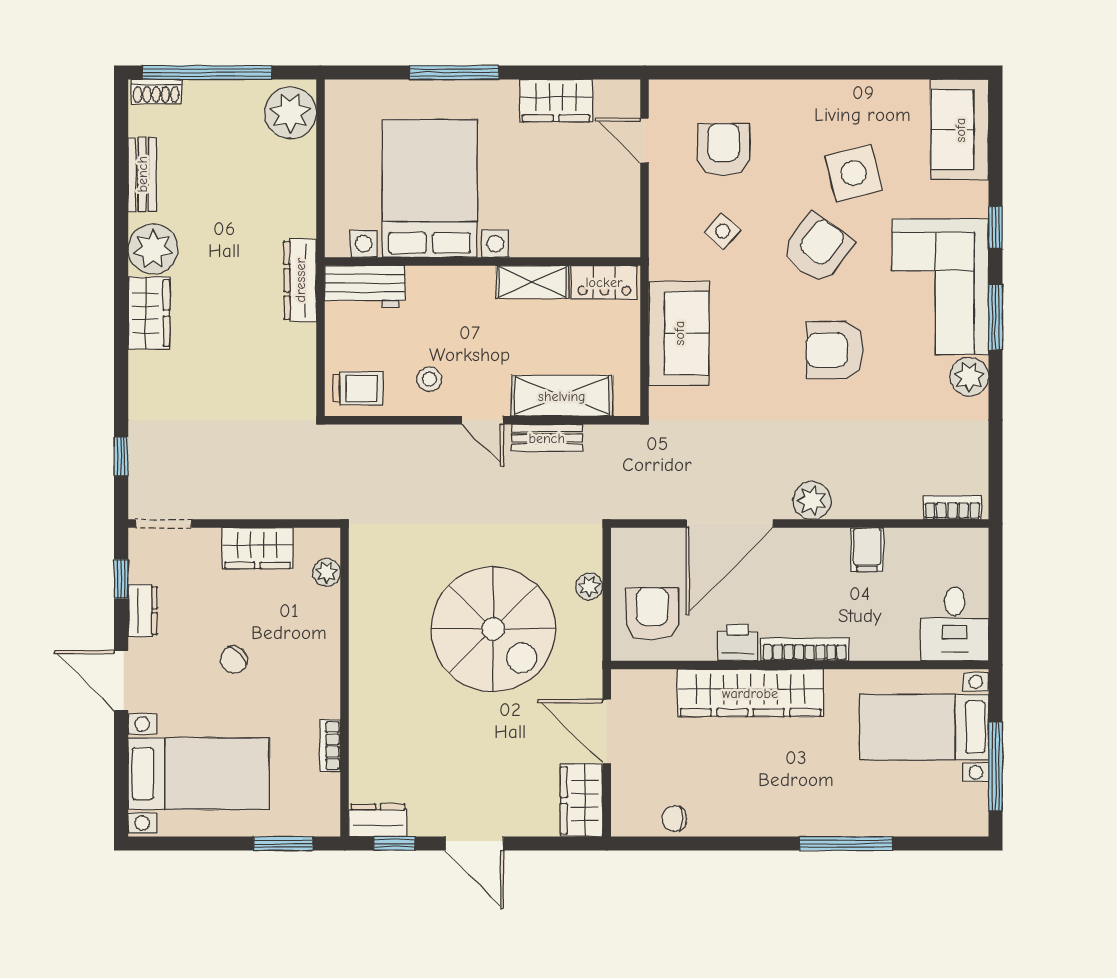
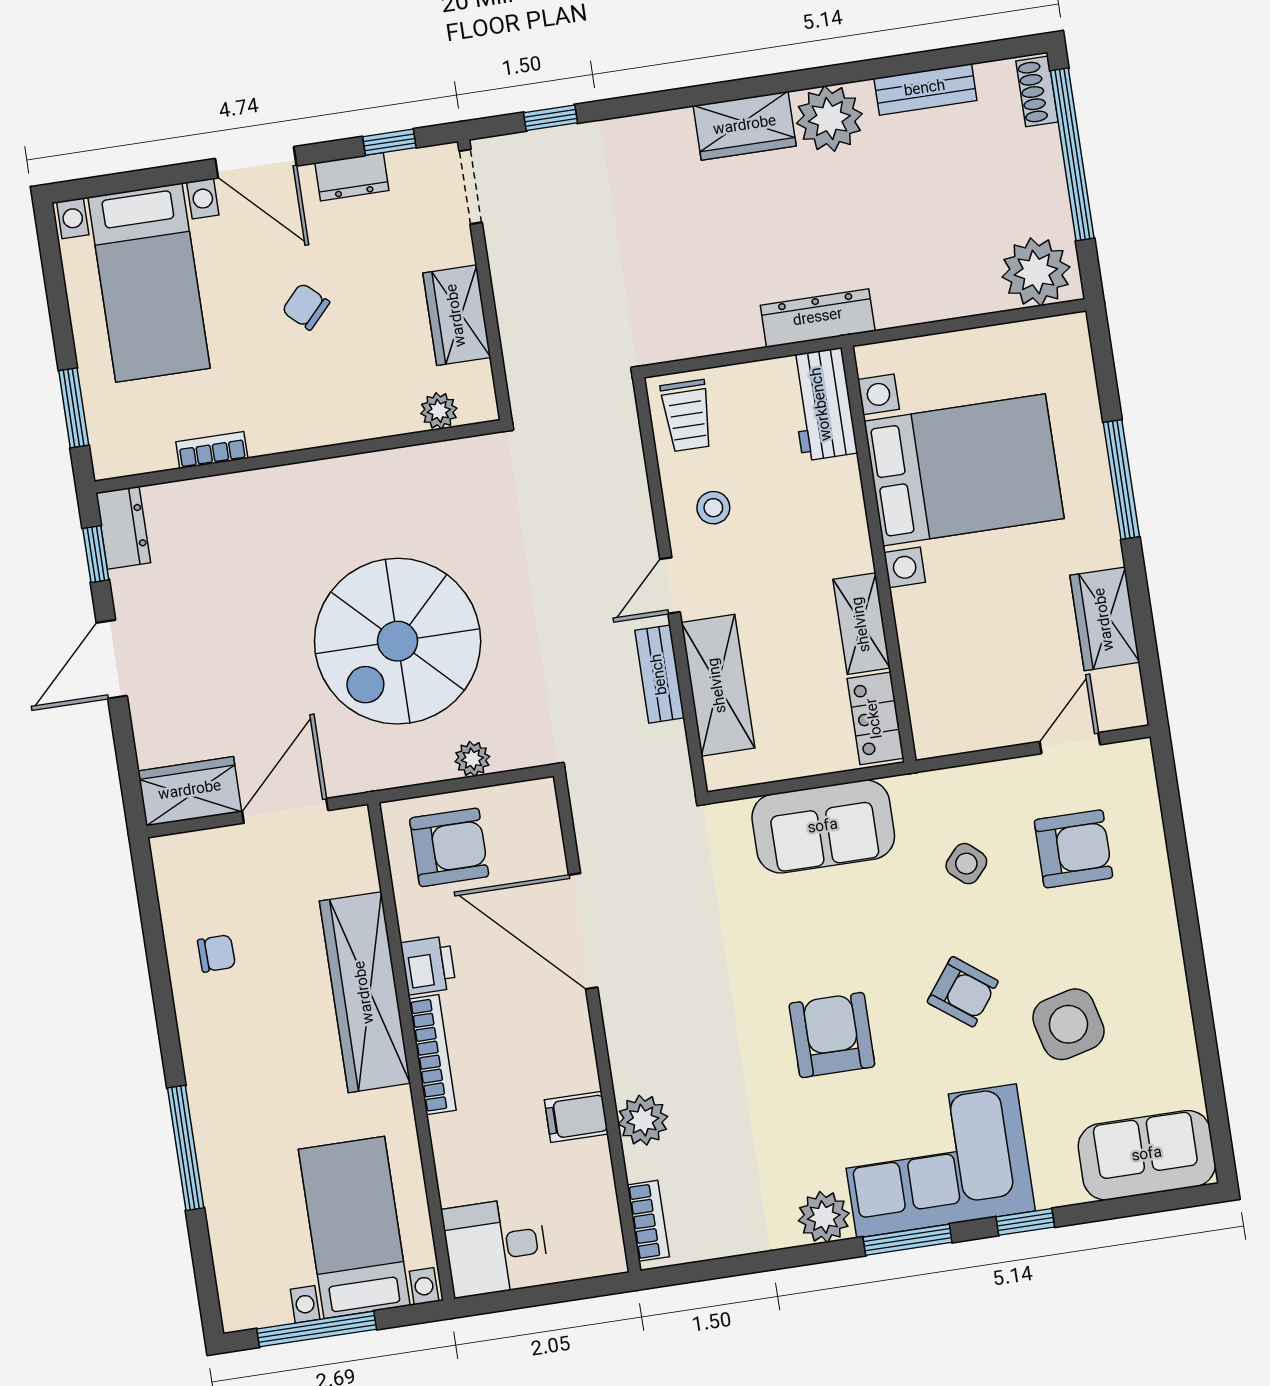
armchair: (817, 248) -> (963, 992), width x0.72, depth x0.72
plant: (812, 500) -> (643, 1120), moved
door: (121, 680) -> (256, 162), swing flipped
chair: (675, 818) -> (216, 953), moved, turned 89

